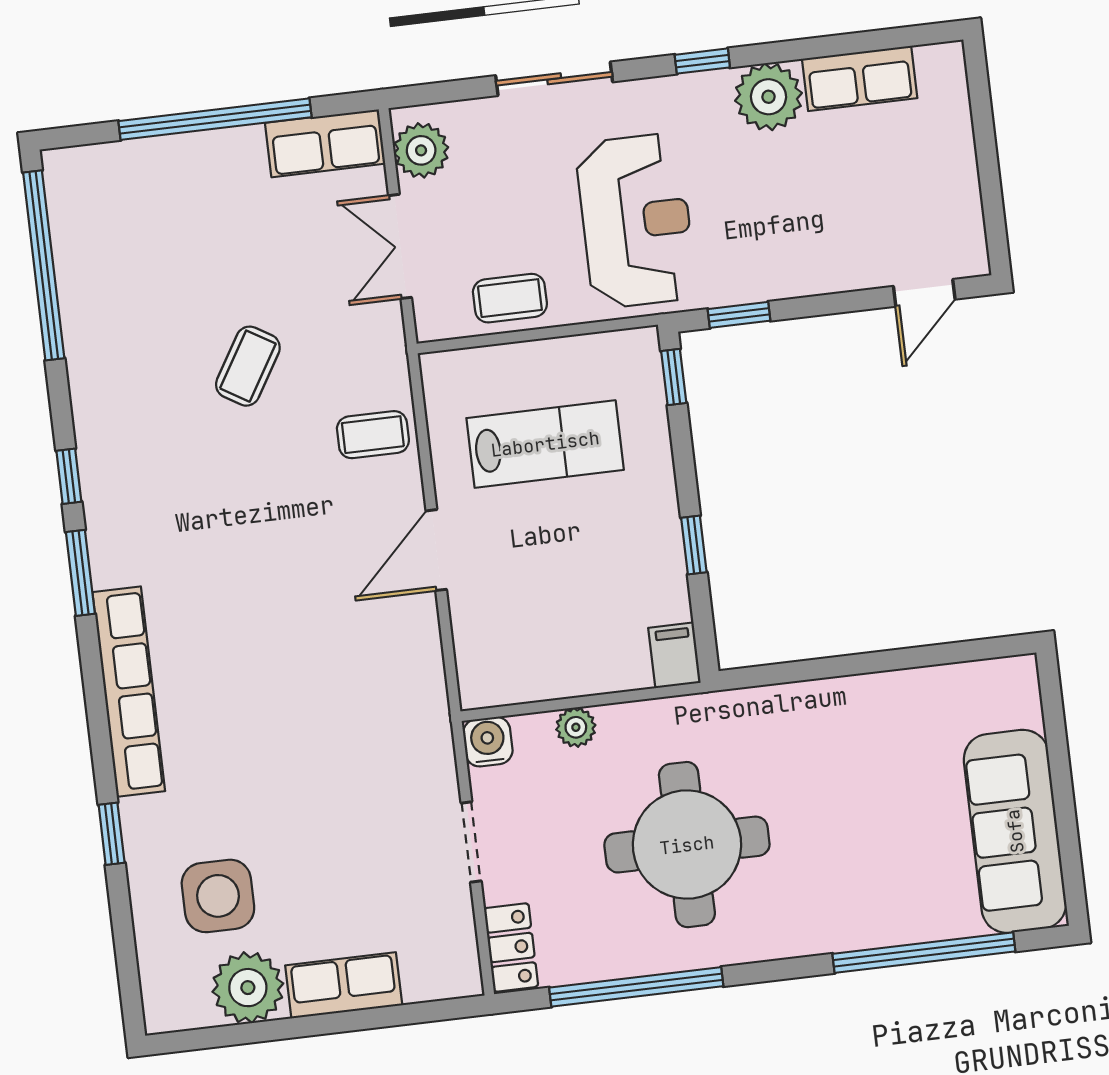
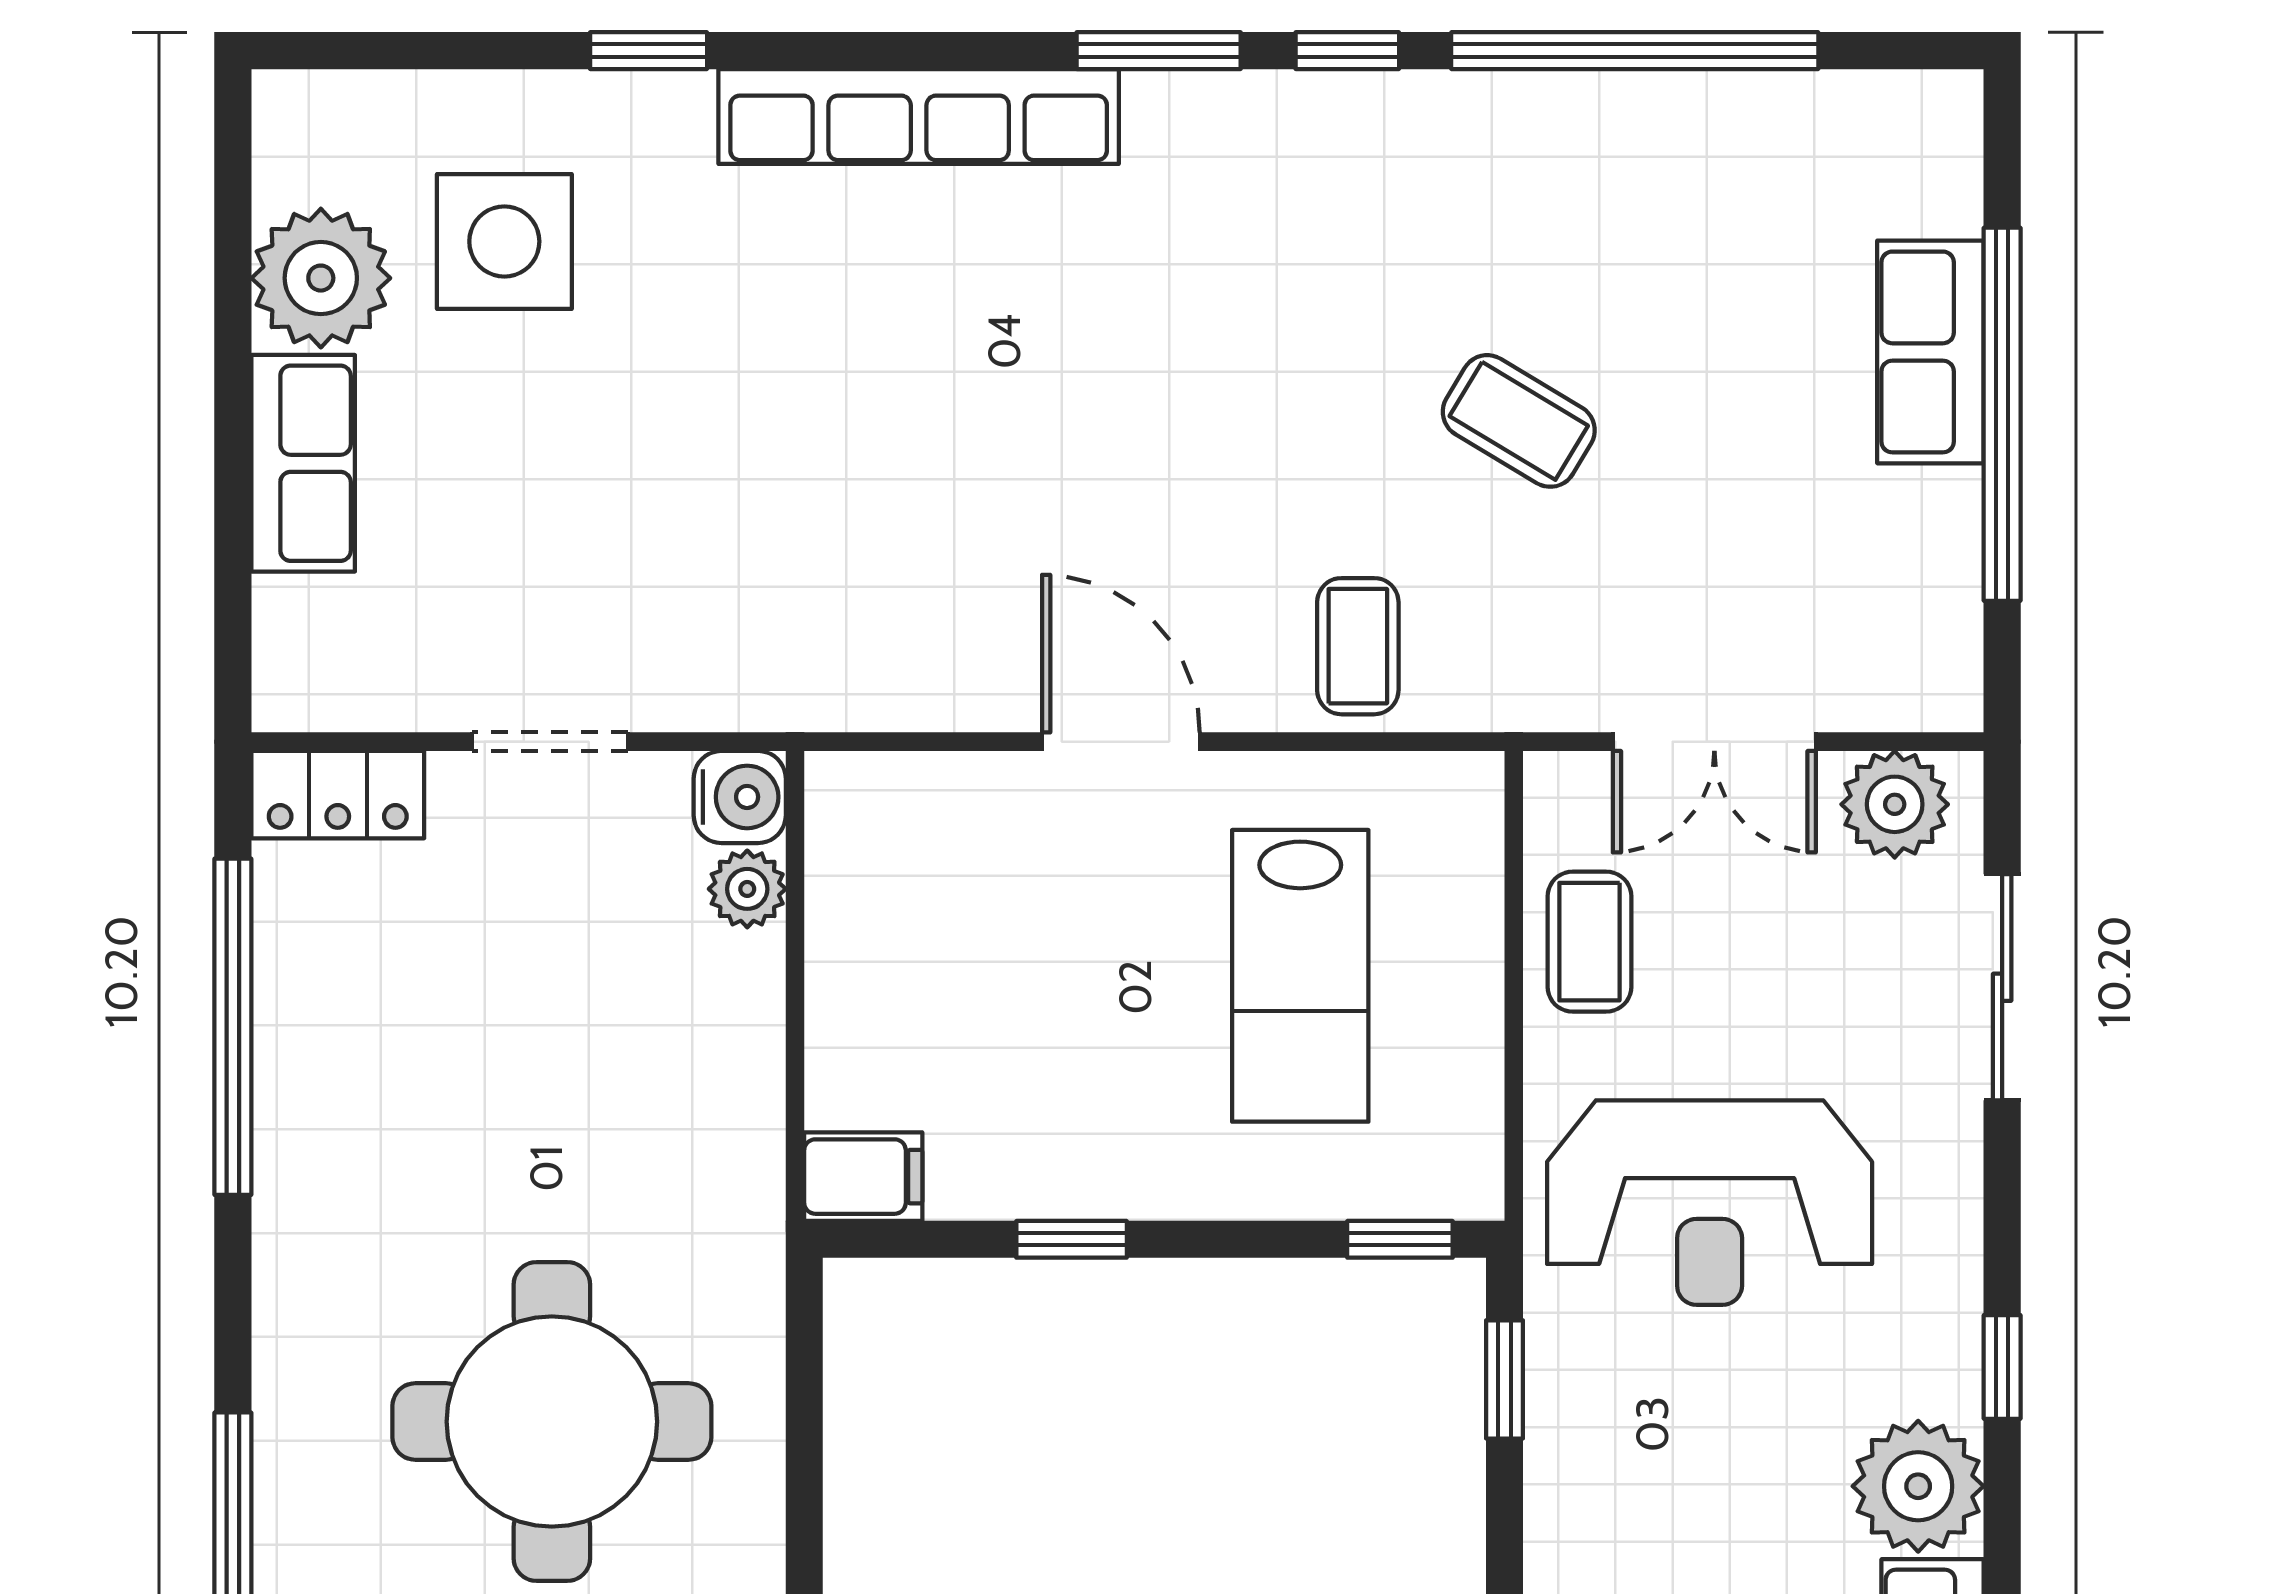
sliding door: (554, 79) -> (2002, 987), moved
row of seats: (325, 143) -> (1930, 352), moved
double door: (400, 246) -> (1714, 742), swing flipped
window: (44, 265) -> (1635, 51), moved
plant: (576, 727) -> (747, 889), moved
round table: (687, 845) -> (552, 1422), moved

